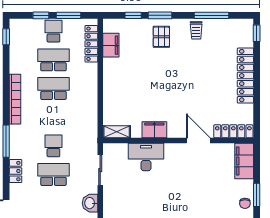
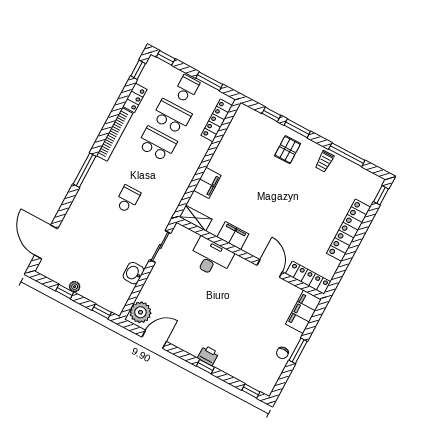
window: (41, 15) -> (166, 58), moved
filing cabinet: (111, 45) -> (207, 183), moved
locker: (16, 171) -> (135, 98), moved
school desk: (53, 174) -> (113, 227), removed

